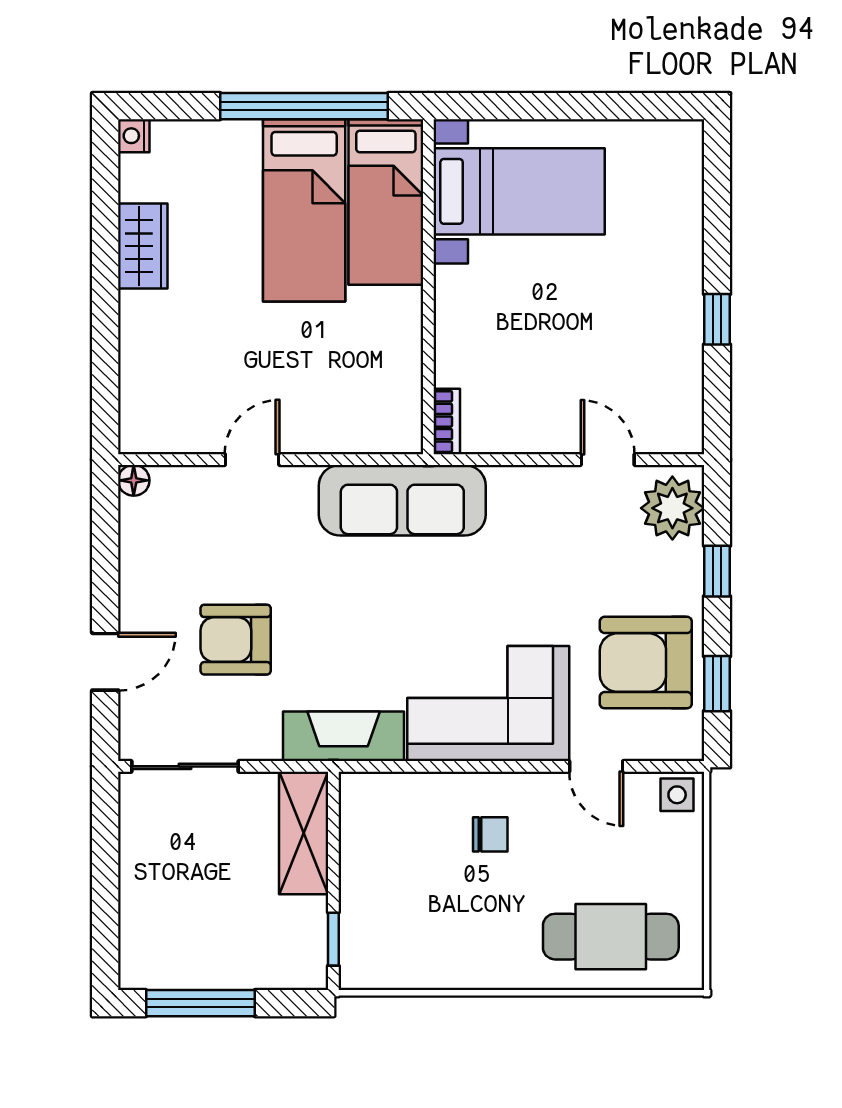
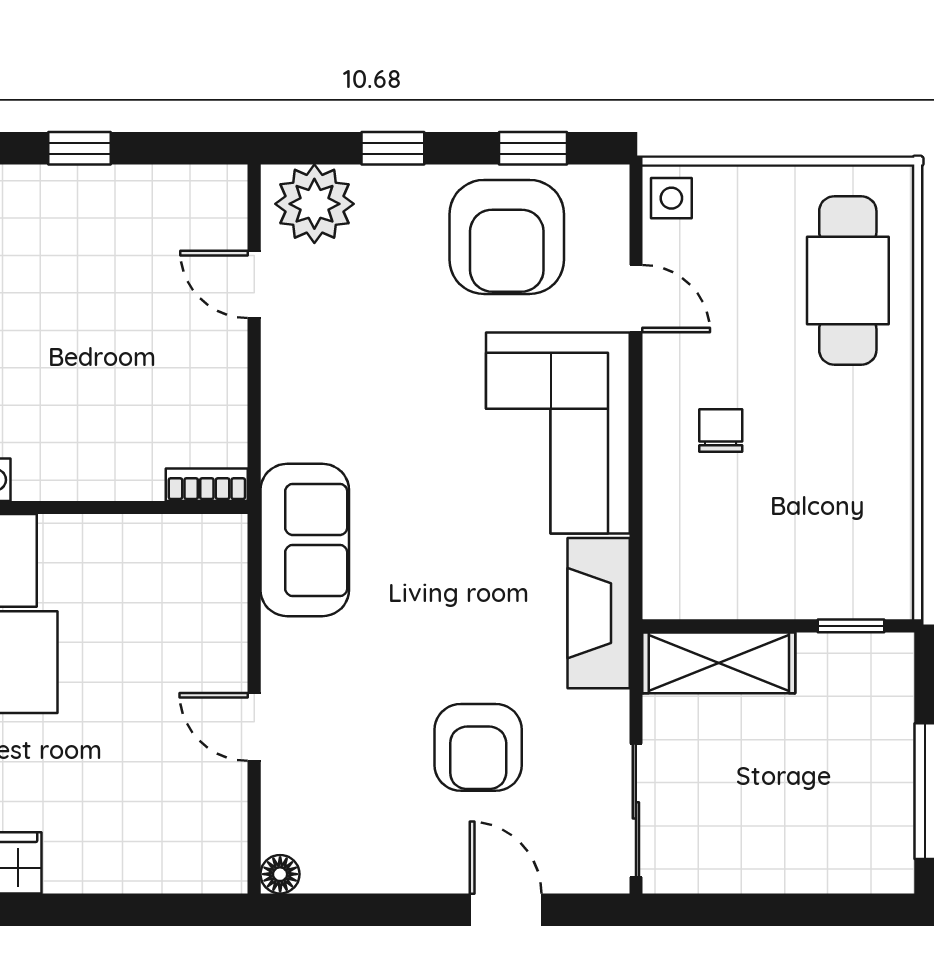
door: (608, 460) -> (254, 284), hinge flipped
sofa: (402, 500) -> (305, 540), width x0.73
door: (596, 766) -> (636, 299), hinge flipped

